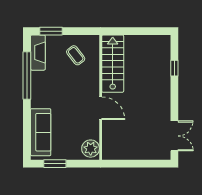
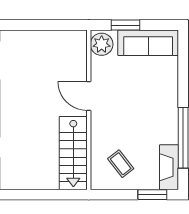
sofa: (41, 132) -> (148, 43), moved, turned -90
window: (55, 164) -> (126, 25), moved

